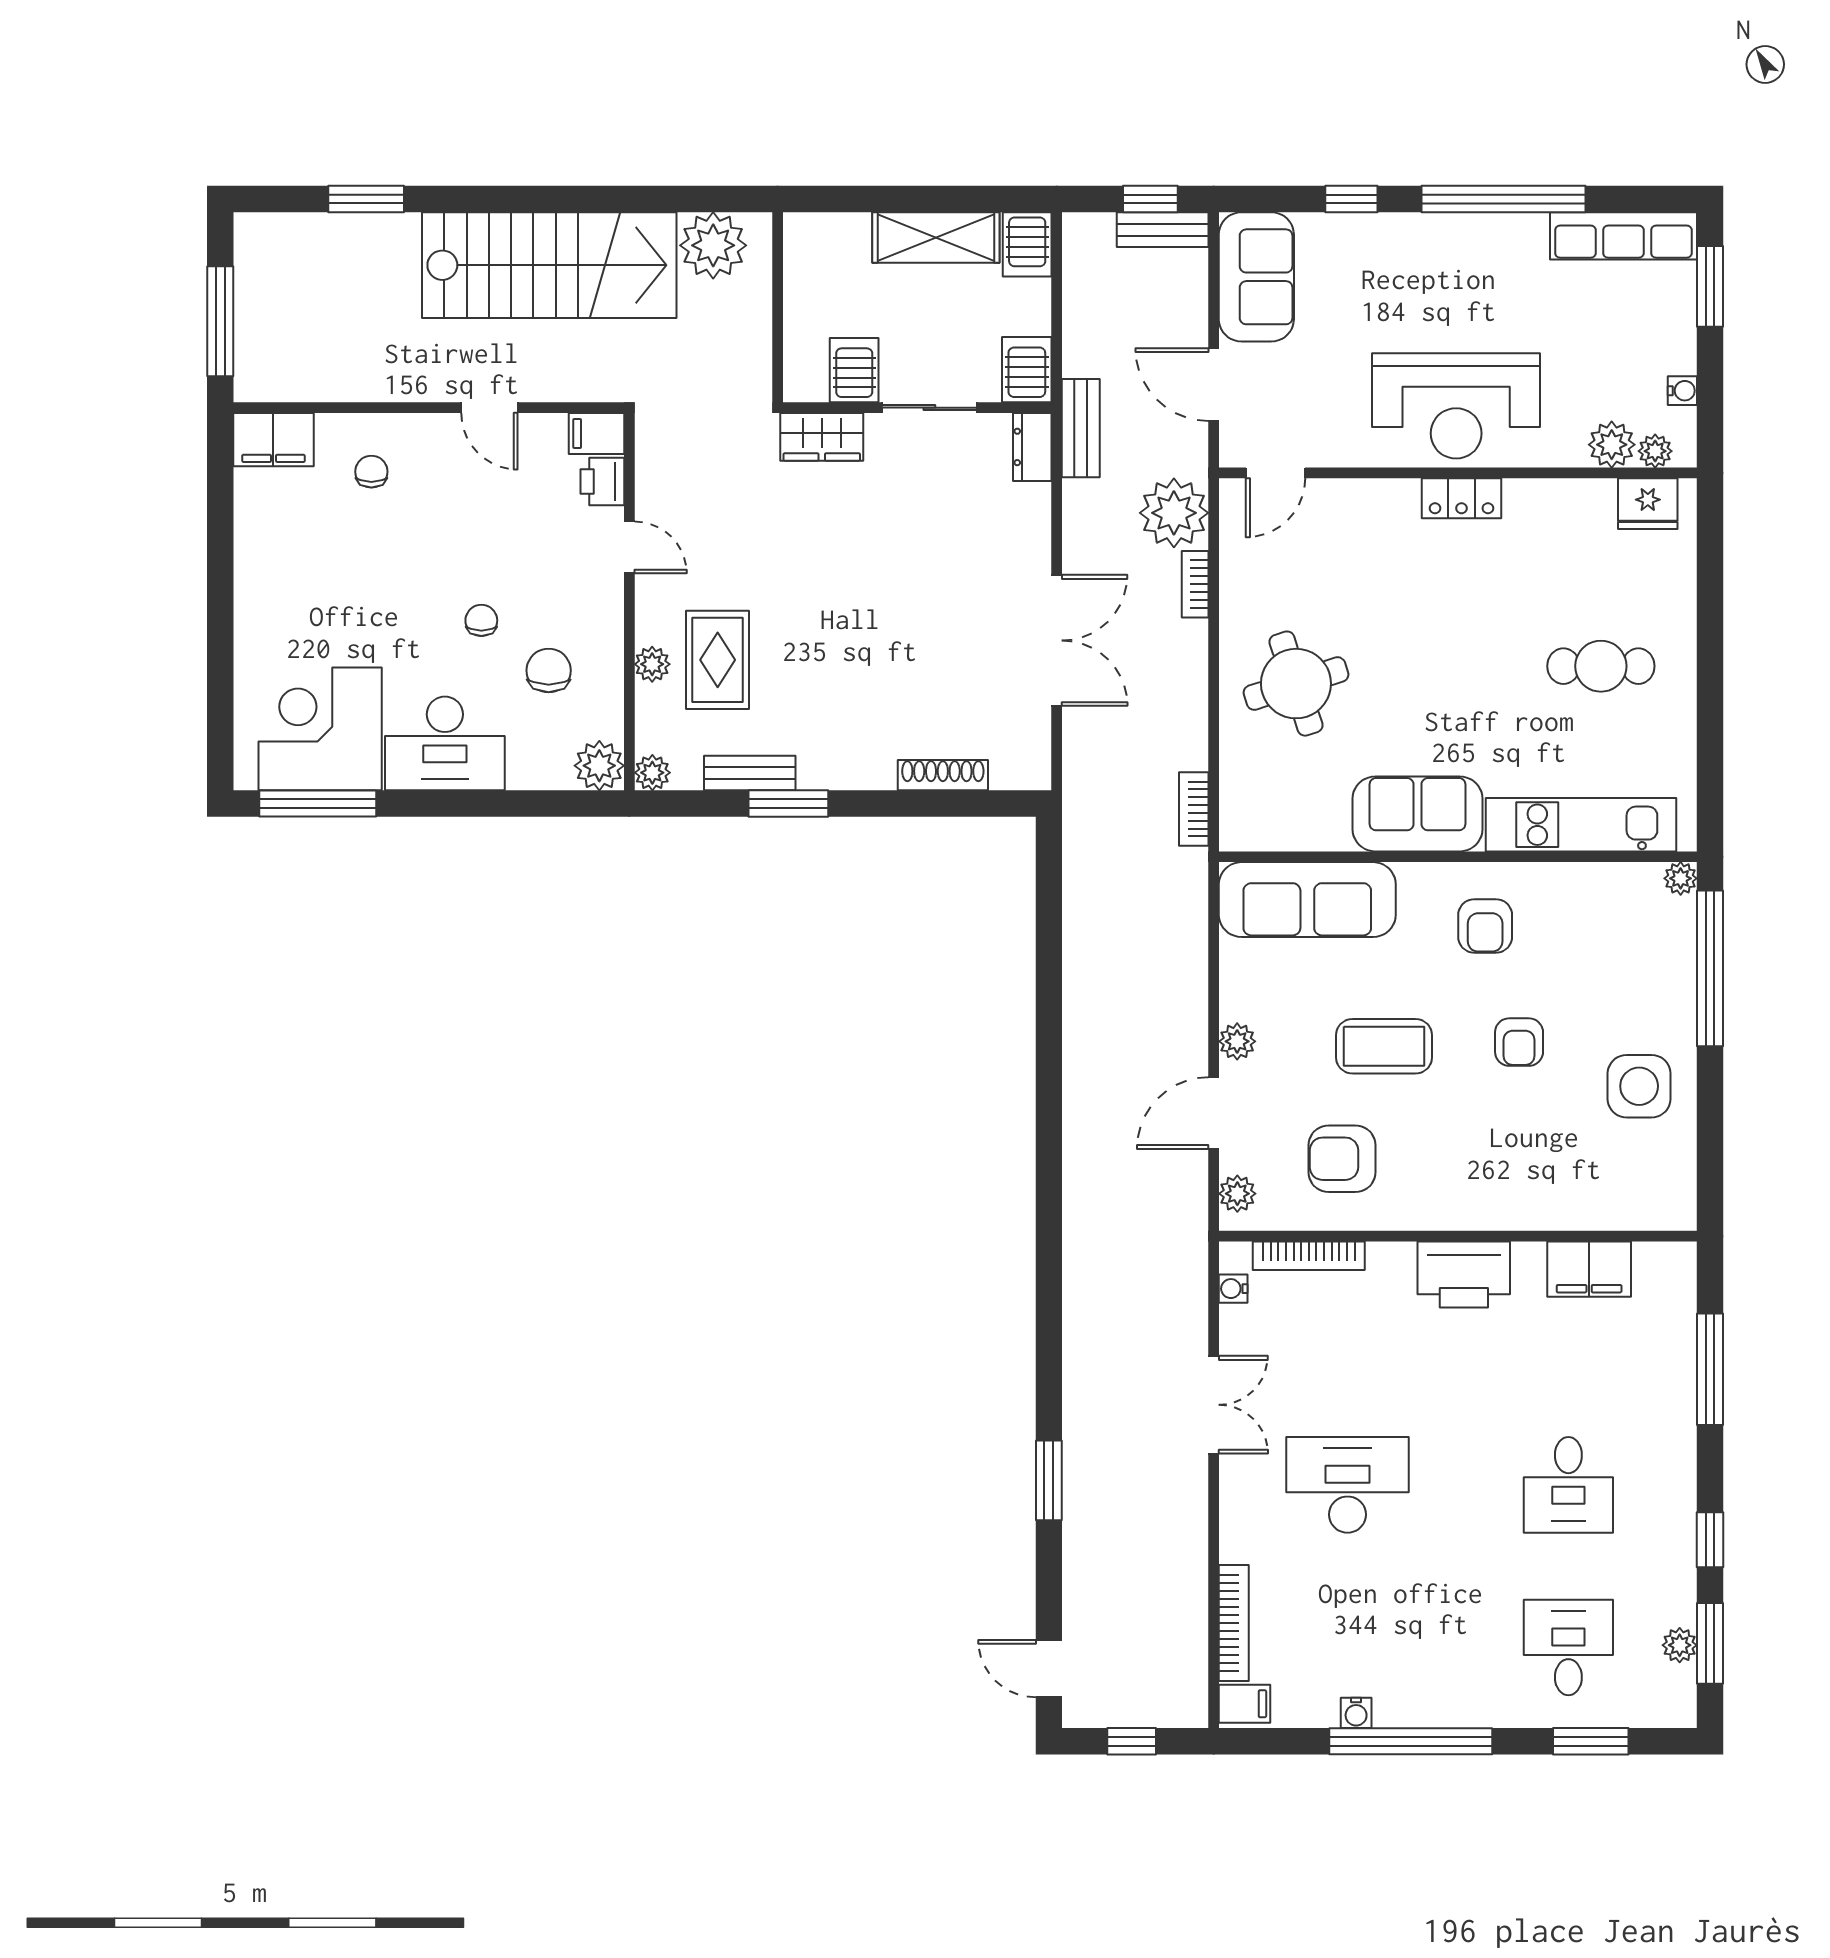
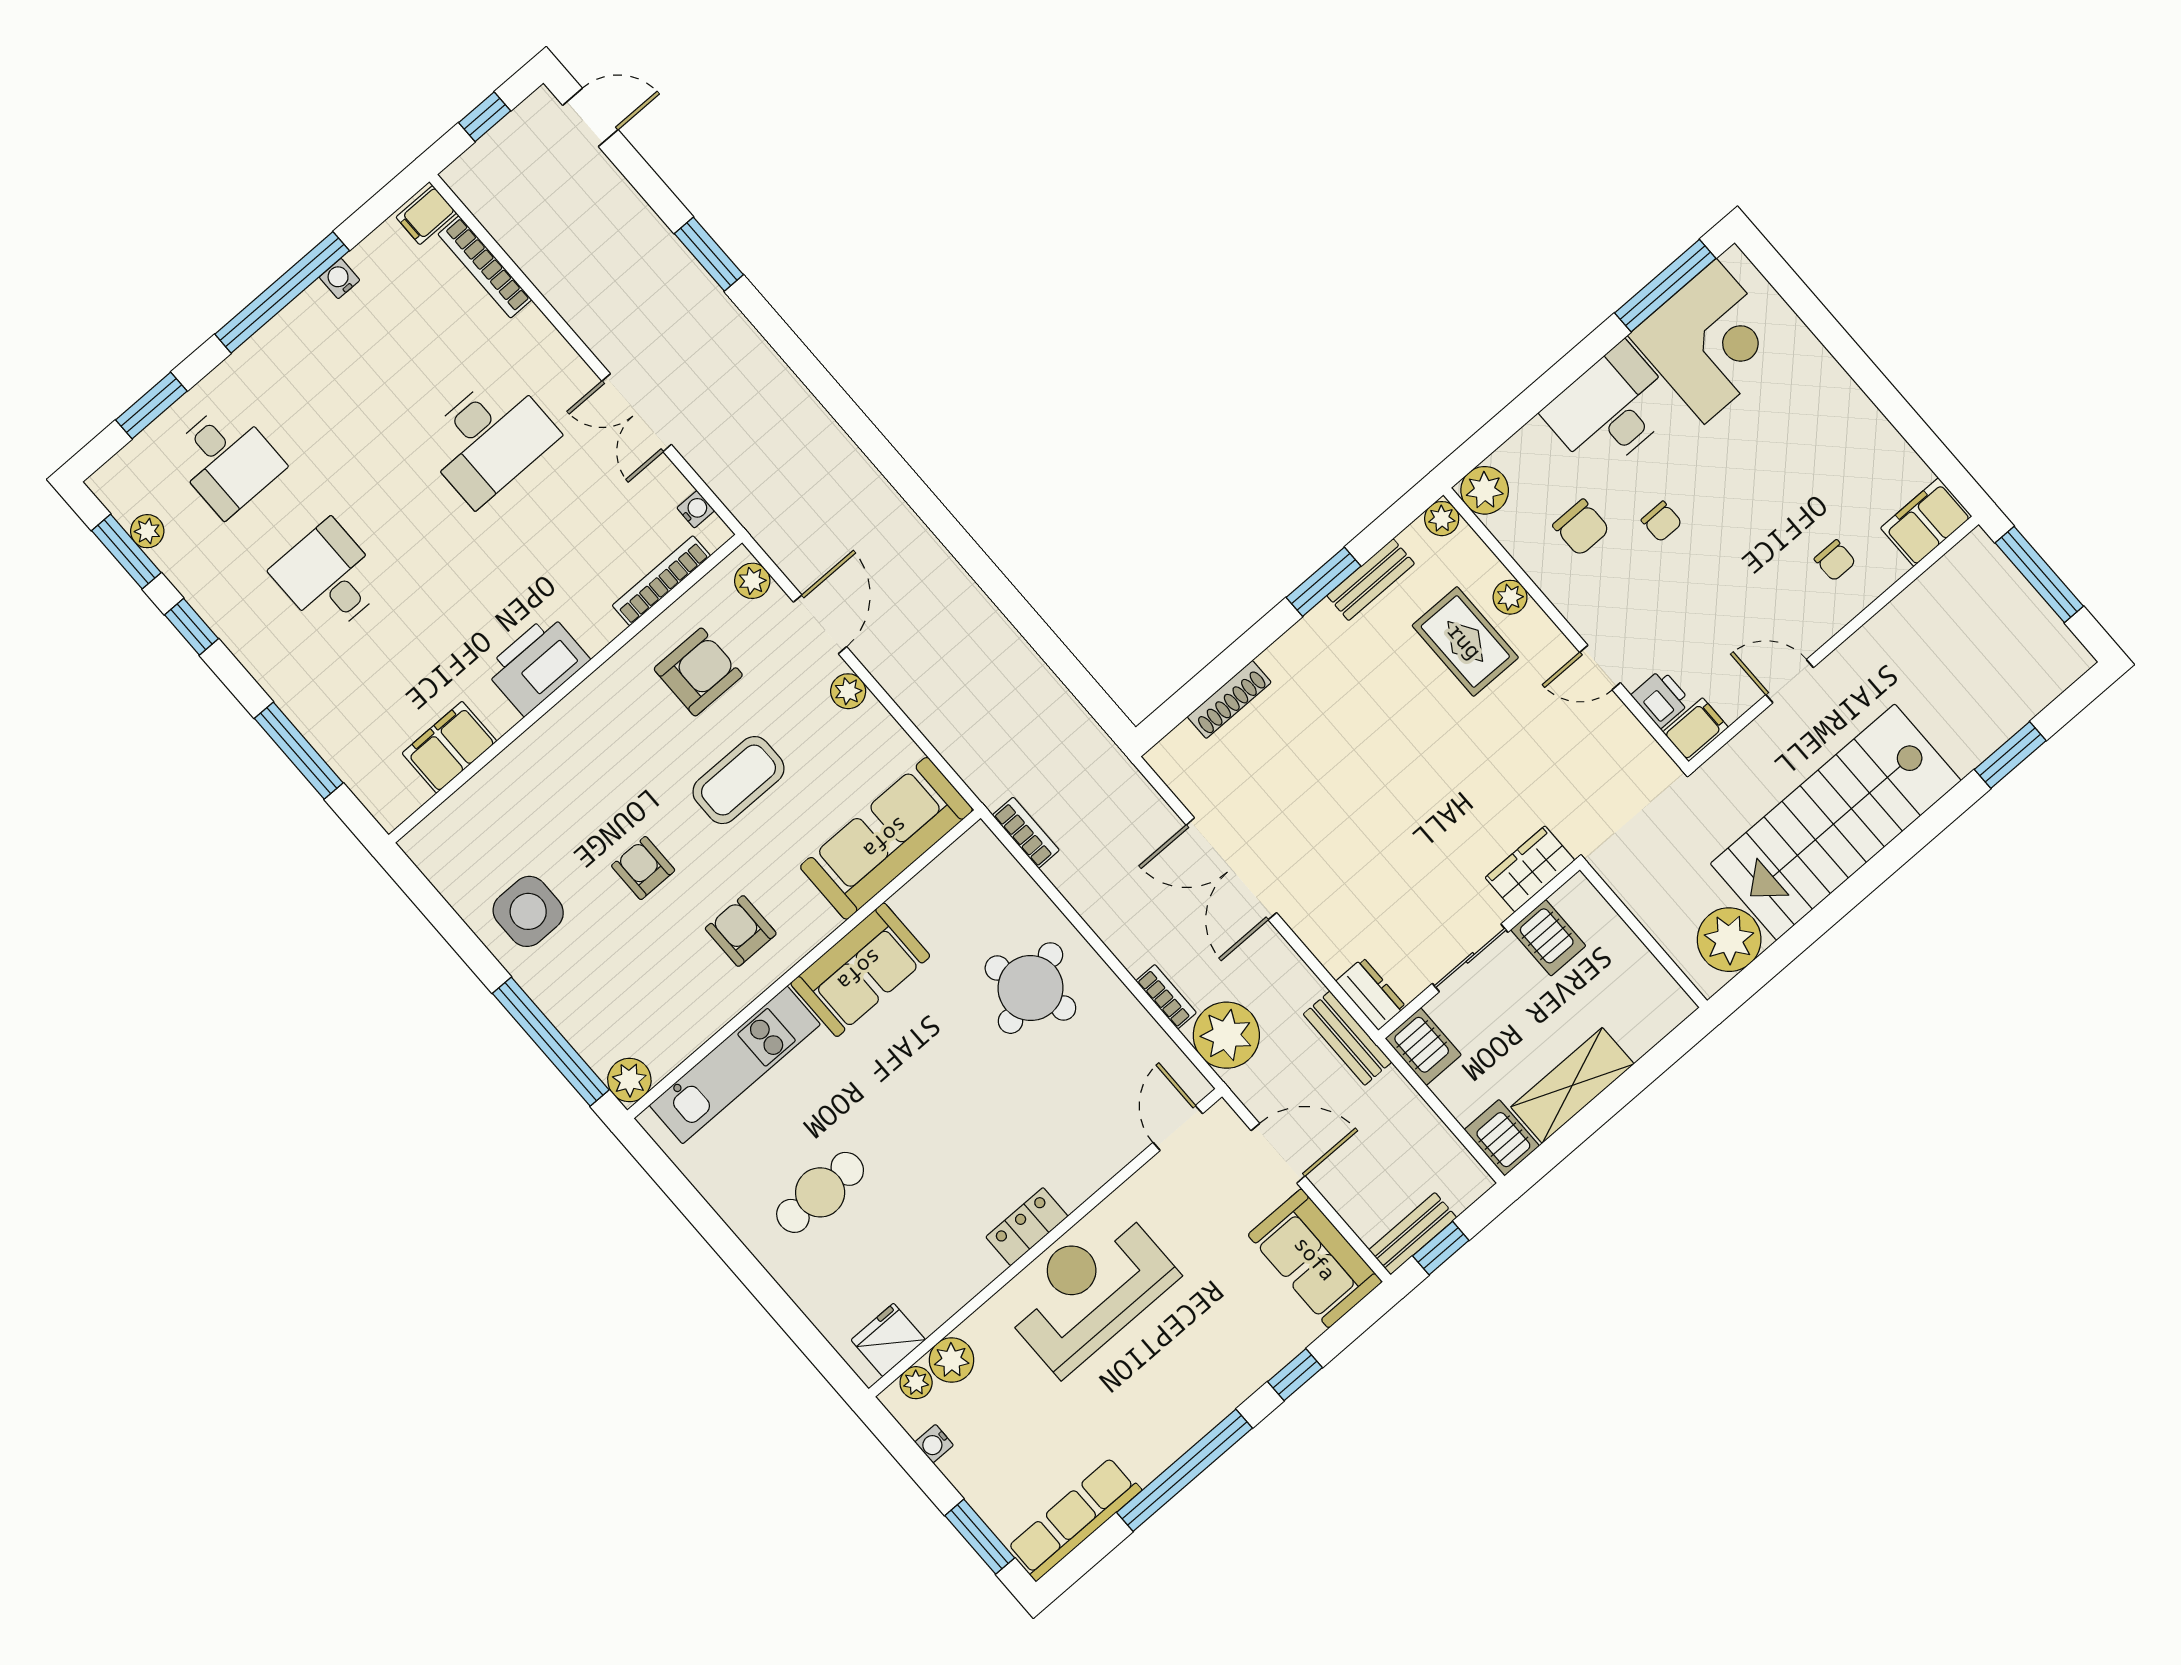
plant: (1681, 878) -> (629, 1080), width x1.38, depth x1.38

